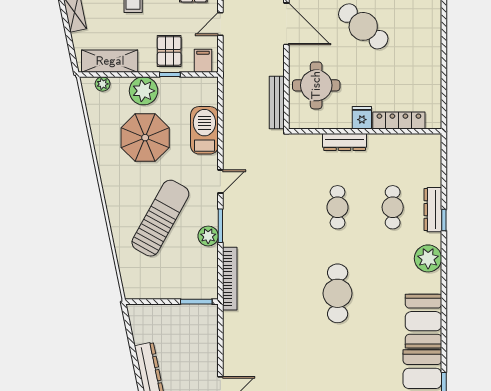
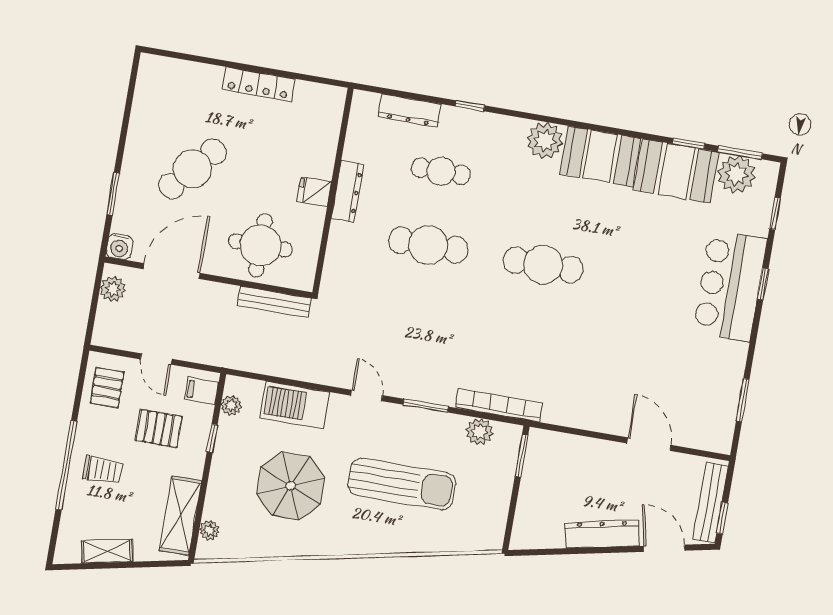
pallet: (169, 51) -> (159, 428), moved
plant: (144, 91) -> (231, 405), moved, width x0.53, depth x0.53
locker: (399, 120) -> (258, 84), moved, turned -90
dresser: (345, 142) -> (348, 191), moved
cafe table: (338, 207) -> (428, 245), width x1.37, depth x1.35
dresser: (433, 210) -> (410, 110), moved
sun lounger: (160, 218) -> (402, 484), turned 151
plant: (208, 236) -> (479, 432), moved
plant: (428, 258) -> (545, 141), moved

